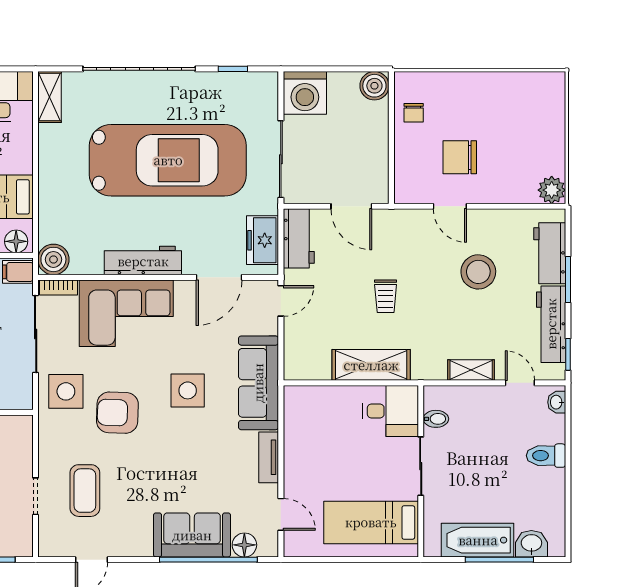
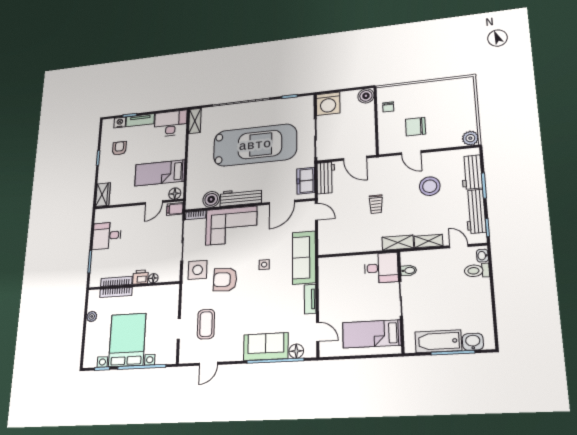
boiler: (53, 259) -> (211, 199), moved
door: (281, 301) -> (316, 212), hinge flipped
shelving: (371, 365) -> (398, 243), moved, width x0.67, depth x0.75
side table: (188, 390) -> (264, 265), width x0.54, depth x0.54
toilet: (546, 456) -> (477, 271), moved

